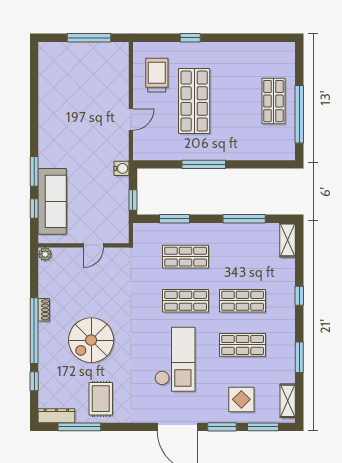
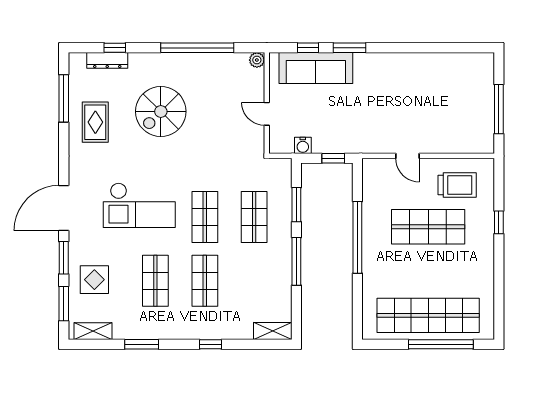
shop shelf: (273, 101) -> (428, 315), width x2.00, depth x1.36
window: (299, 114) -> (441, 344), moved
window: (204, 164) -> (357, 237), width x1.46
water cooler: (122, 168) -> (303, 145), moved
window: (133, 200) -> (333, 158), moved
window: (244, 219) -> (296, 261), moved
shoe rack: (44, 310) -> (195, 59), removed
window: (34, 331) -> (197, 48), moved
spiral stairs: (91, 340) -> (161, 111), turned -90
rug: (101, 399) -> (95, 122), turned 90
dresser: (56, 416) -> (107, 60), moved, turned 90

